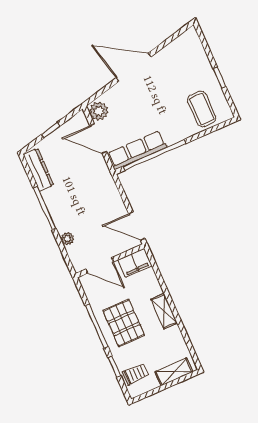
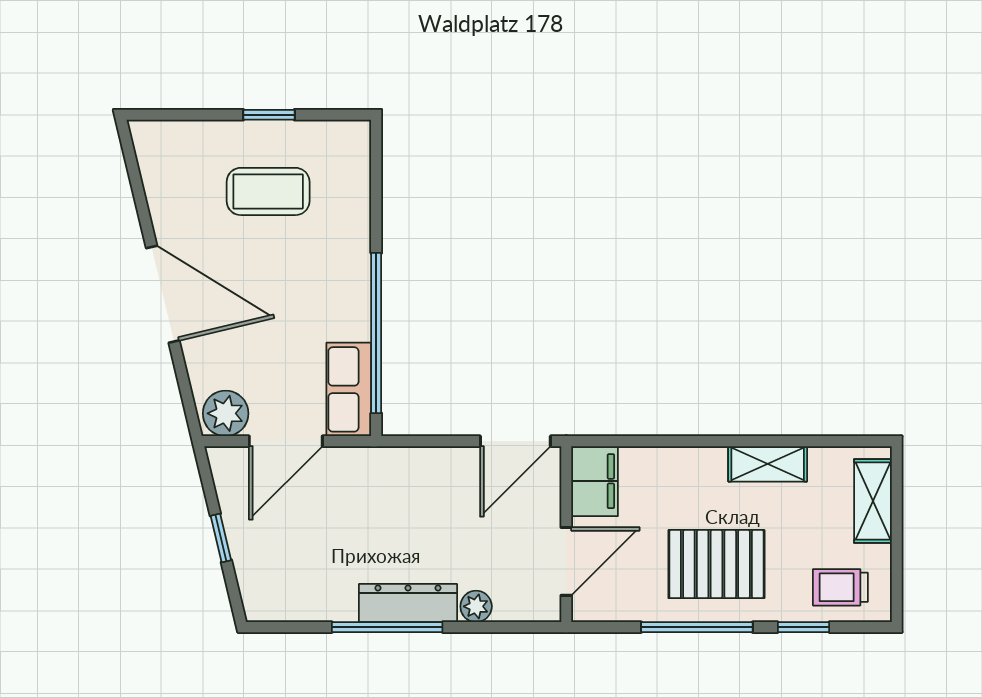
door: (133, 67) -> (163, 294), swing flipped
coffee table: (202, 109) -> (268, 191), moved
row of seats: (137, 150) -> (349, 389), width x0.68
dresser: (39, 170) -> (408, 603), moved
shelving: (164, 311) -> (768, 464), moved
trolley: (136, 374) -> (840, 587), turned -90

